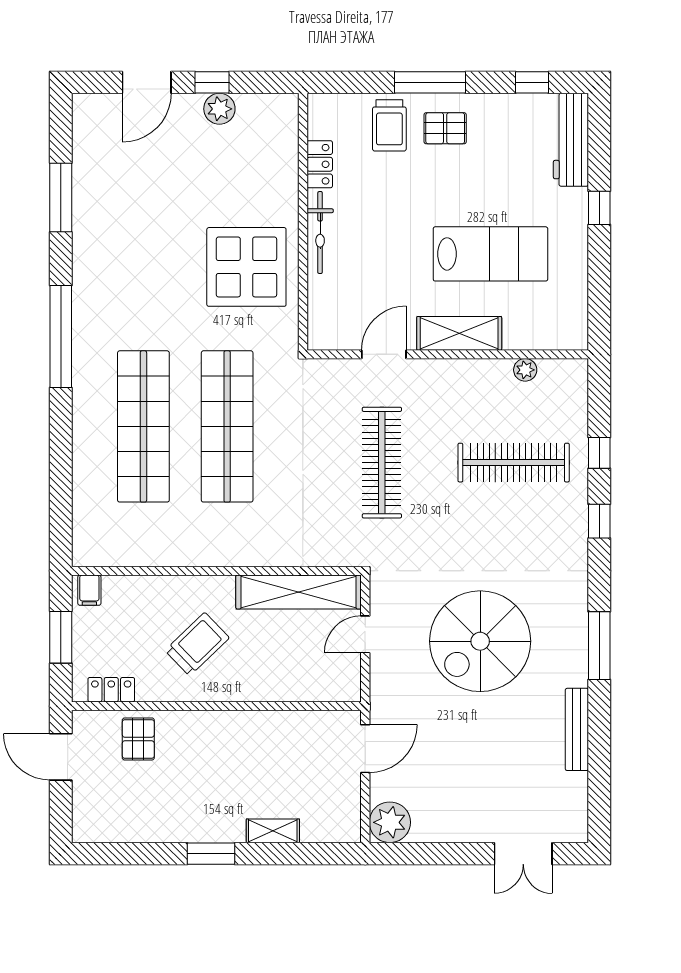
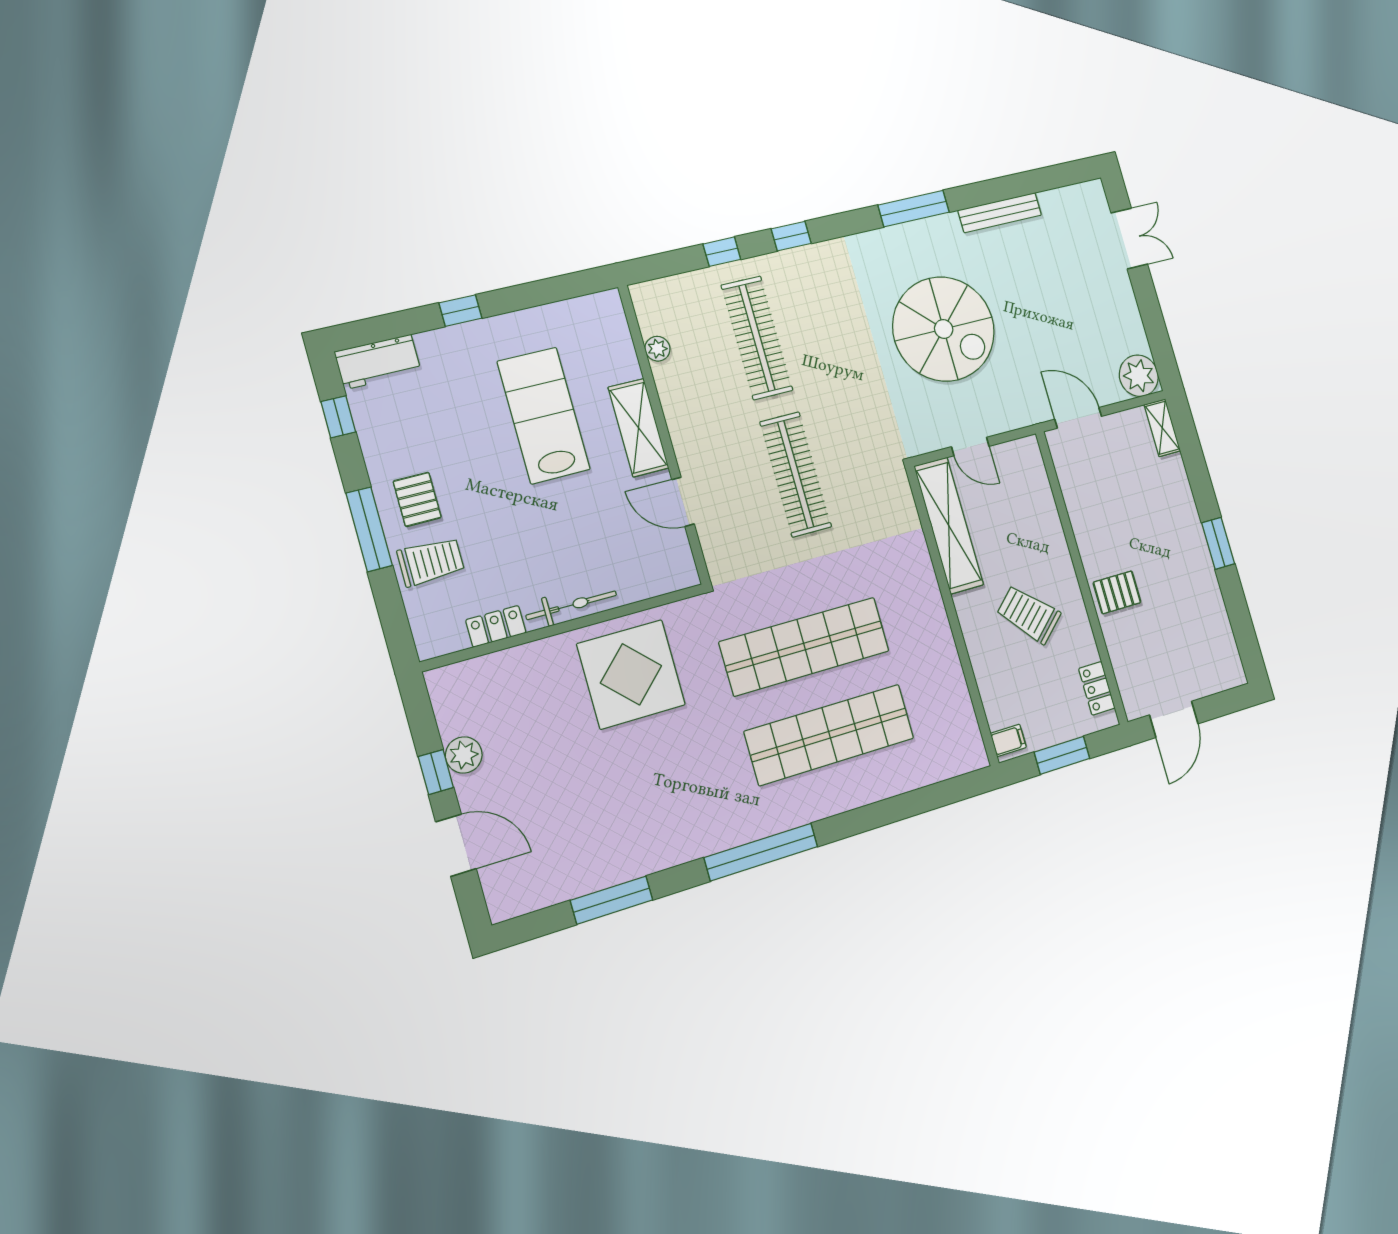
workbench: (571, 140) -> (378, 362), width x0.73
clothes rail: (382, 463) -> (796, 474), turned 90
pallet: (138, 739) -> (1117, 592), moved
shelving: (273, 831) -> (1162, 428), moved

